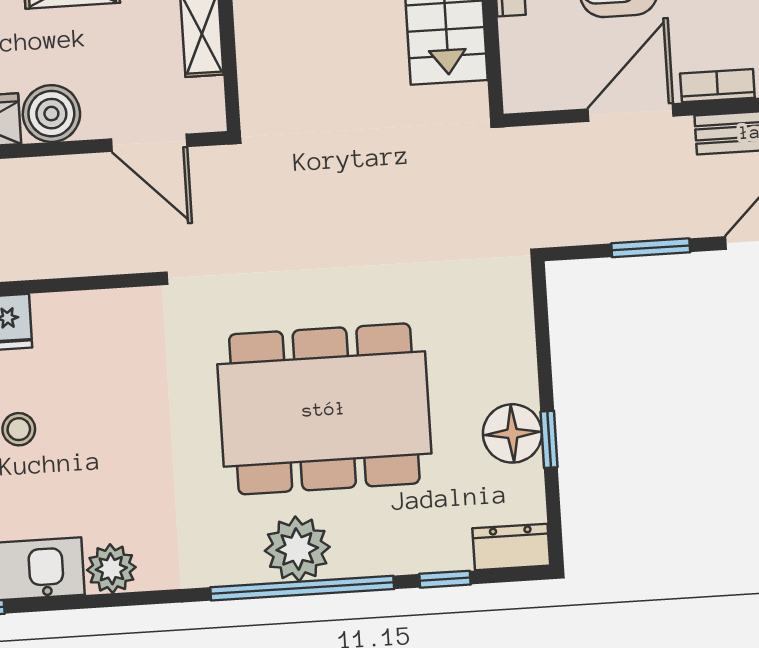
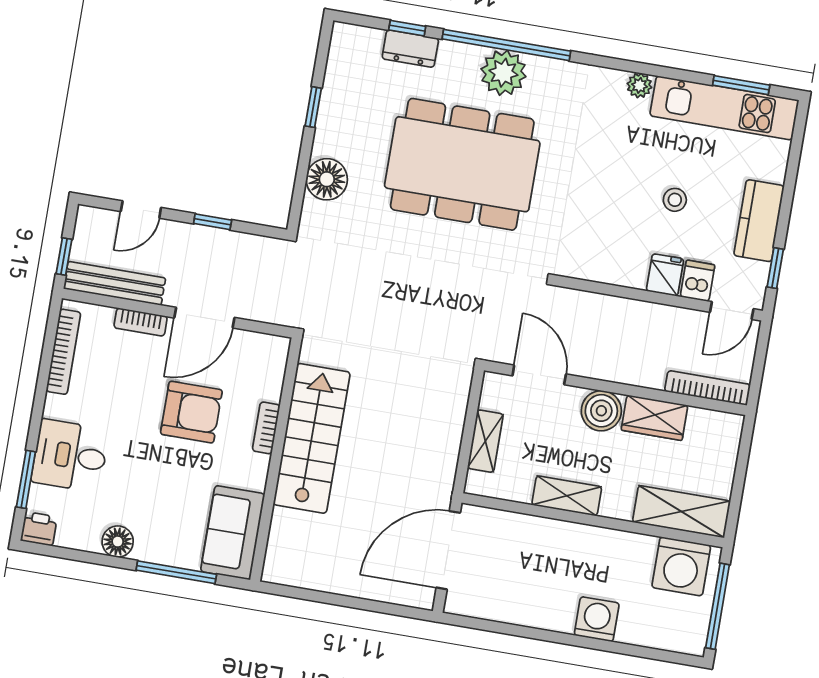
window: (651, 248) -> (213, 222), width x0.67
floor lamp: (512, 433) -> (327, 179), moved
dresser: (511, 547) -> (410, 49), moved
plant: (111, 569) -> (639, 85), width x0.73, depth x0.73

